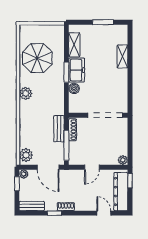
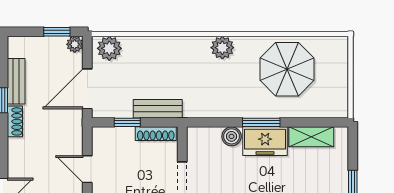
window: (66, 145) -> (127, 122), width x0.46
bench: (32, 206) -> (16, 81), moved

